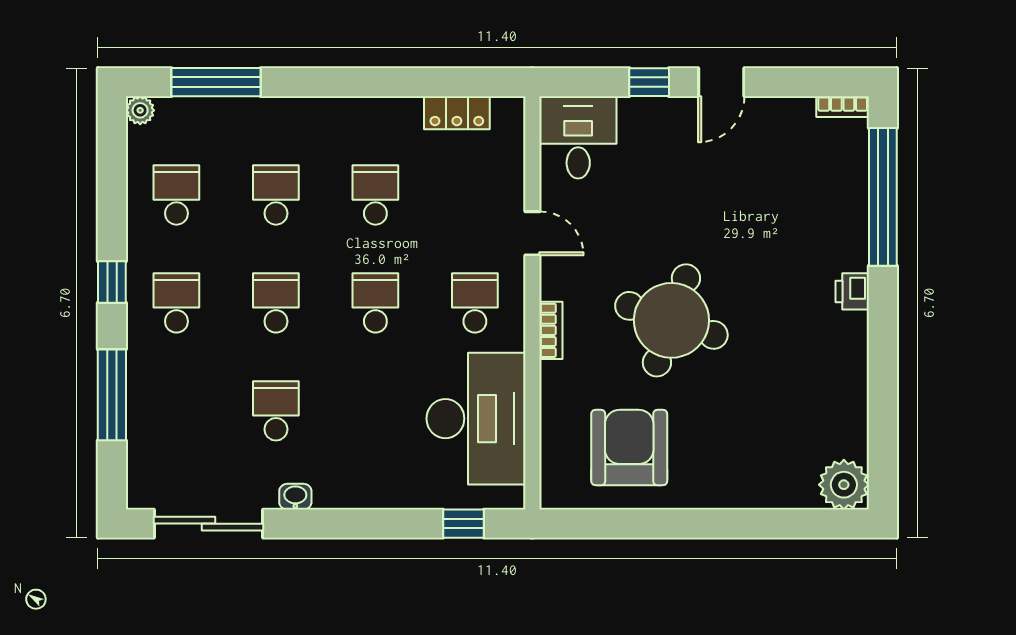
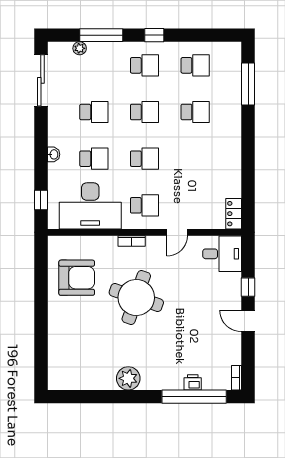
plant: (140, 110) -> (80, 48), moved
locker: (457, 113) -> (234, 214), moved
school desk: (375, 195) -> (94, 159), moved
printer: (852, 291) -> (193, 382), moved
plant: (844, 485) -> (128, 378), moved
washbasin: (295, 497) -> (54, 154), moved

